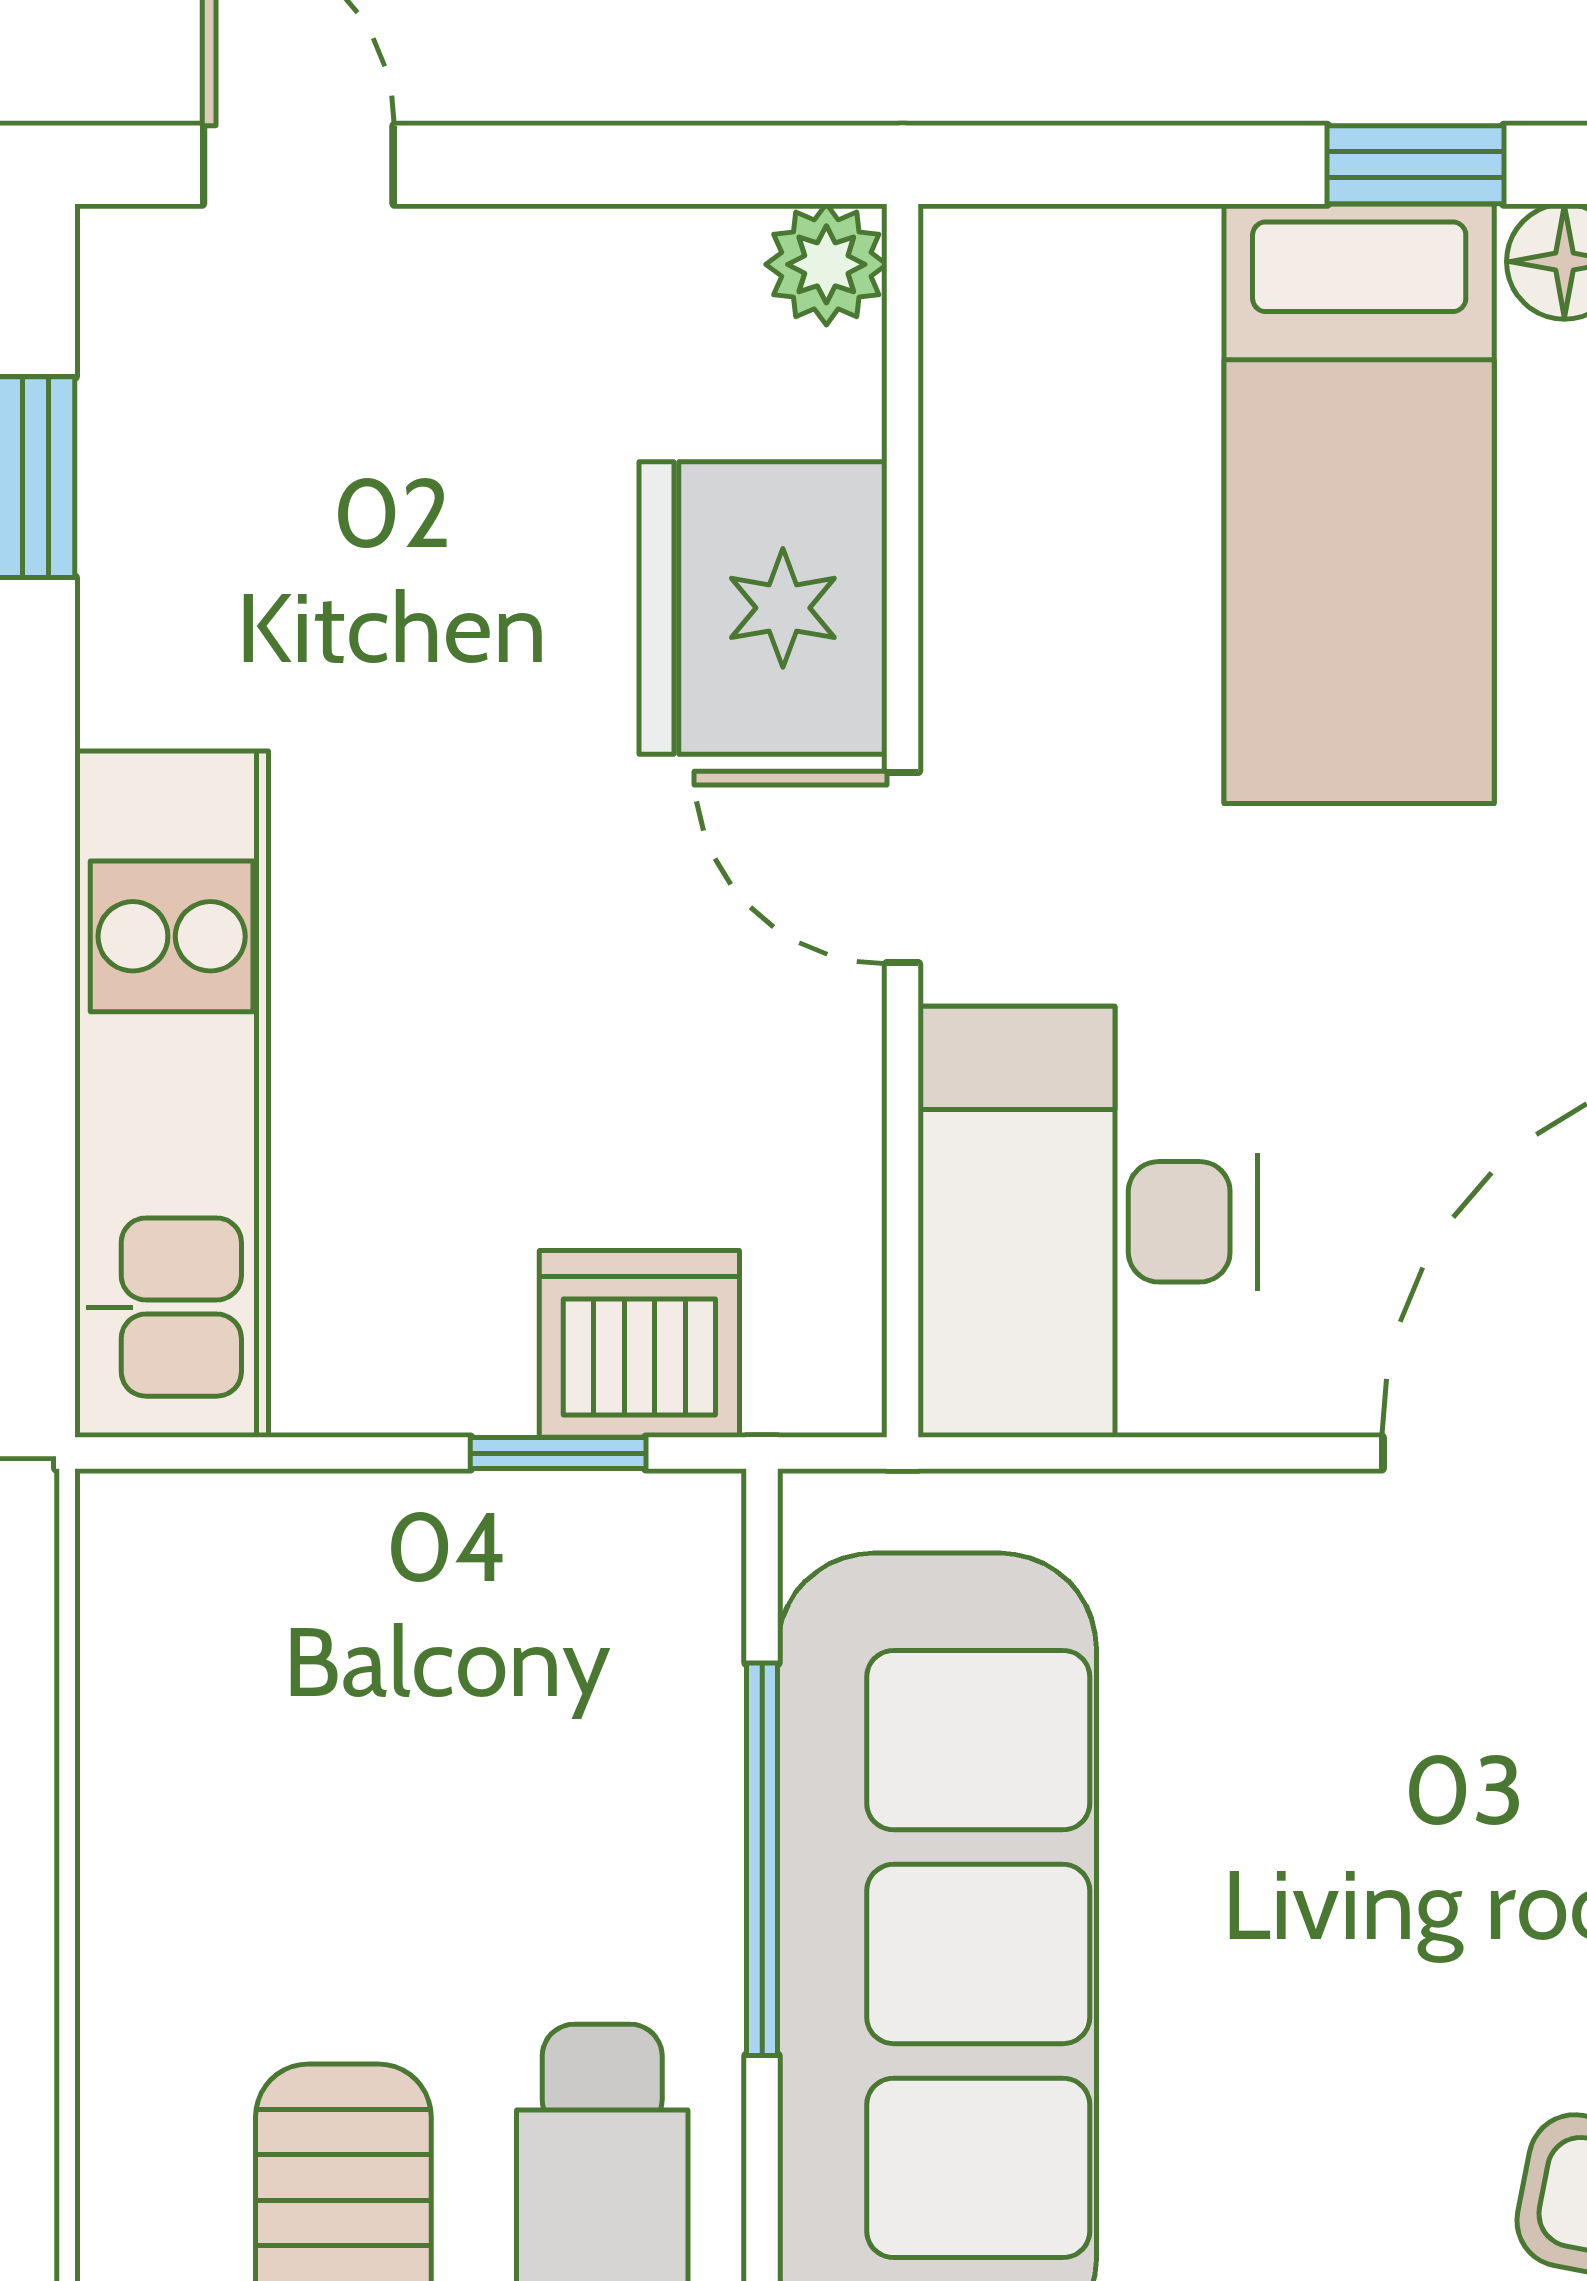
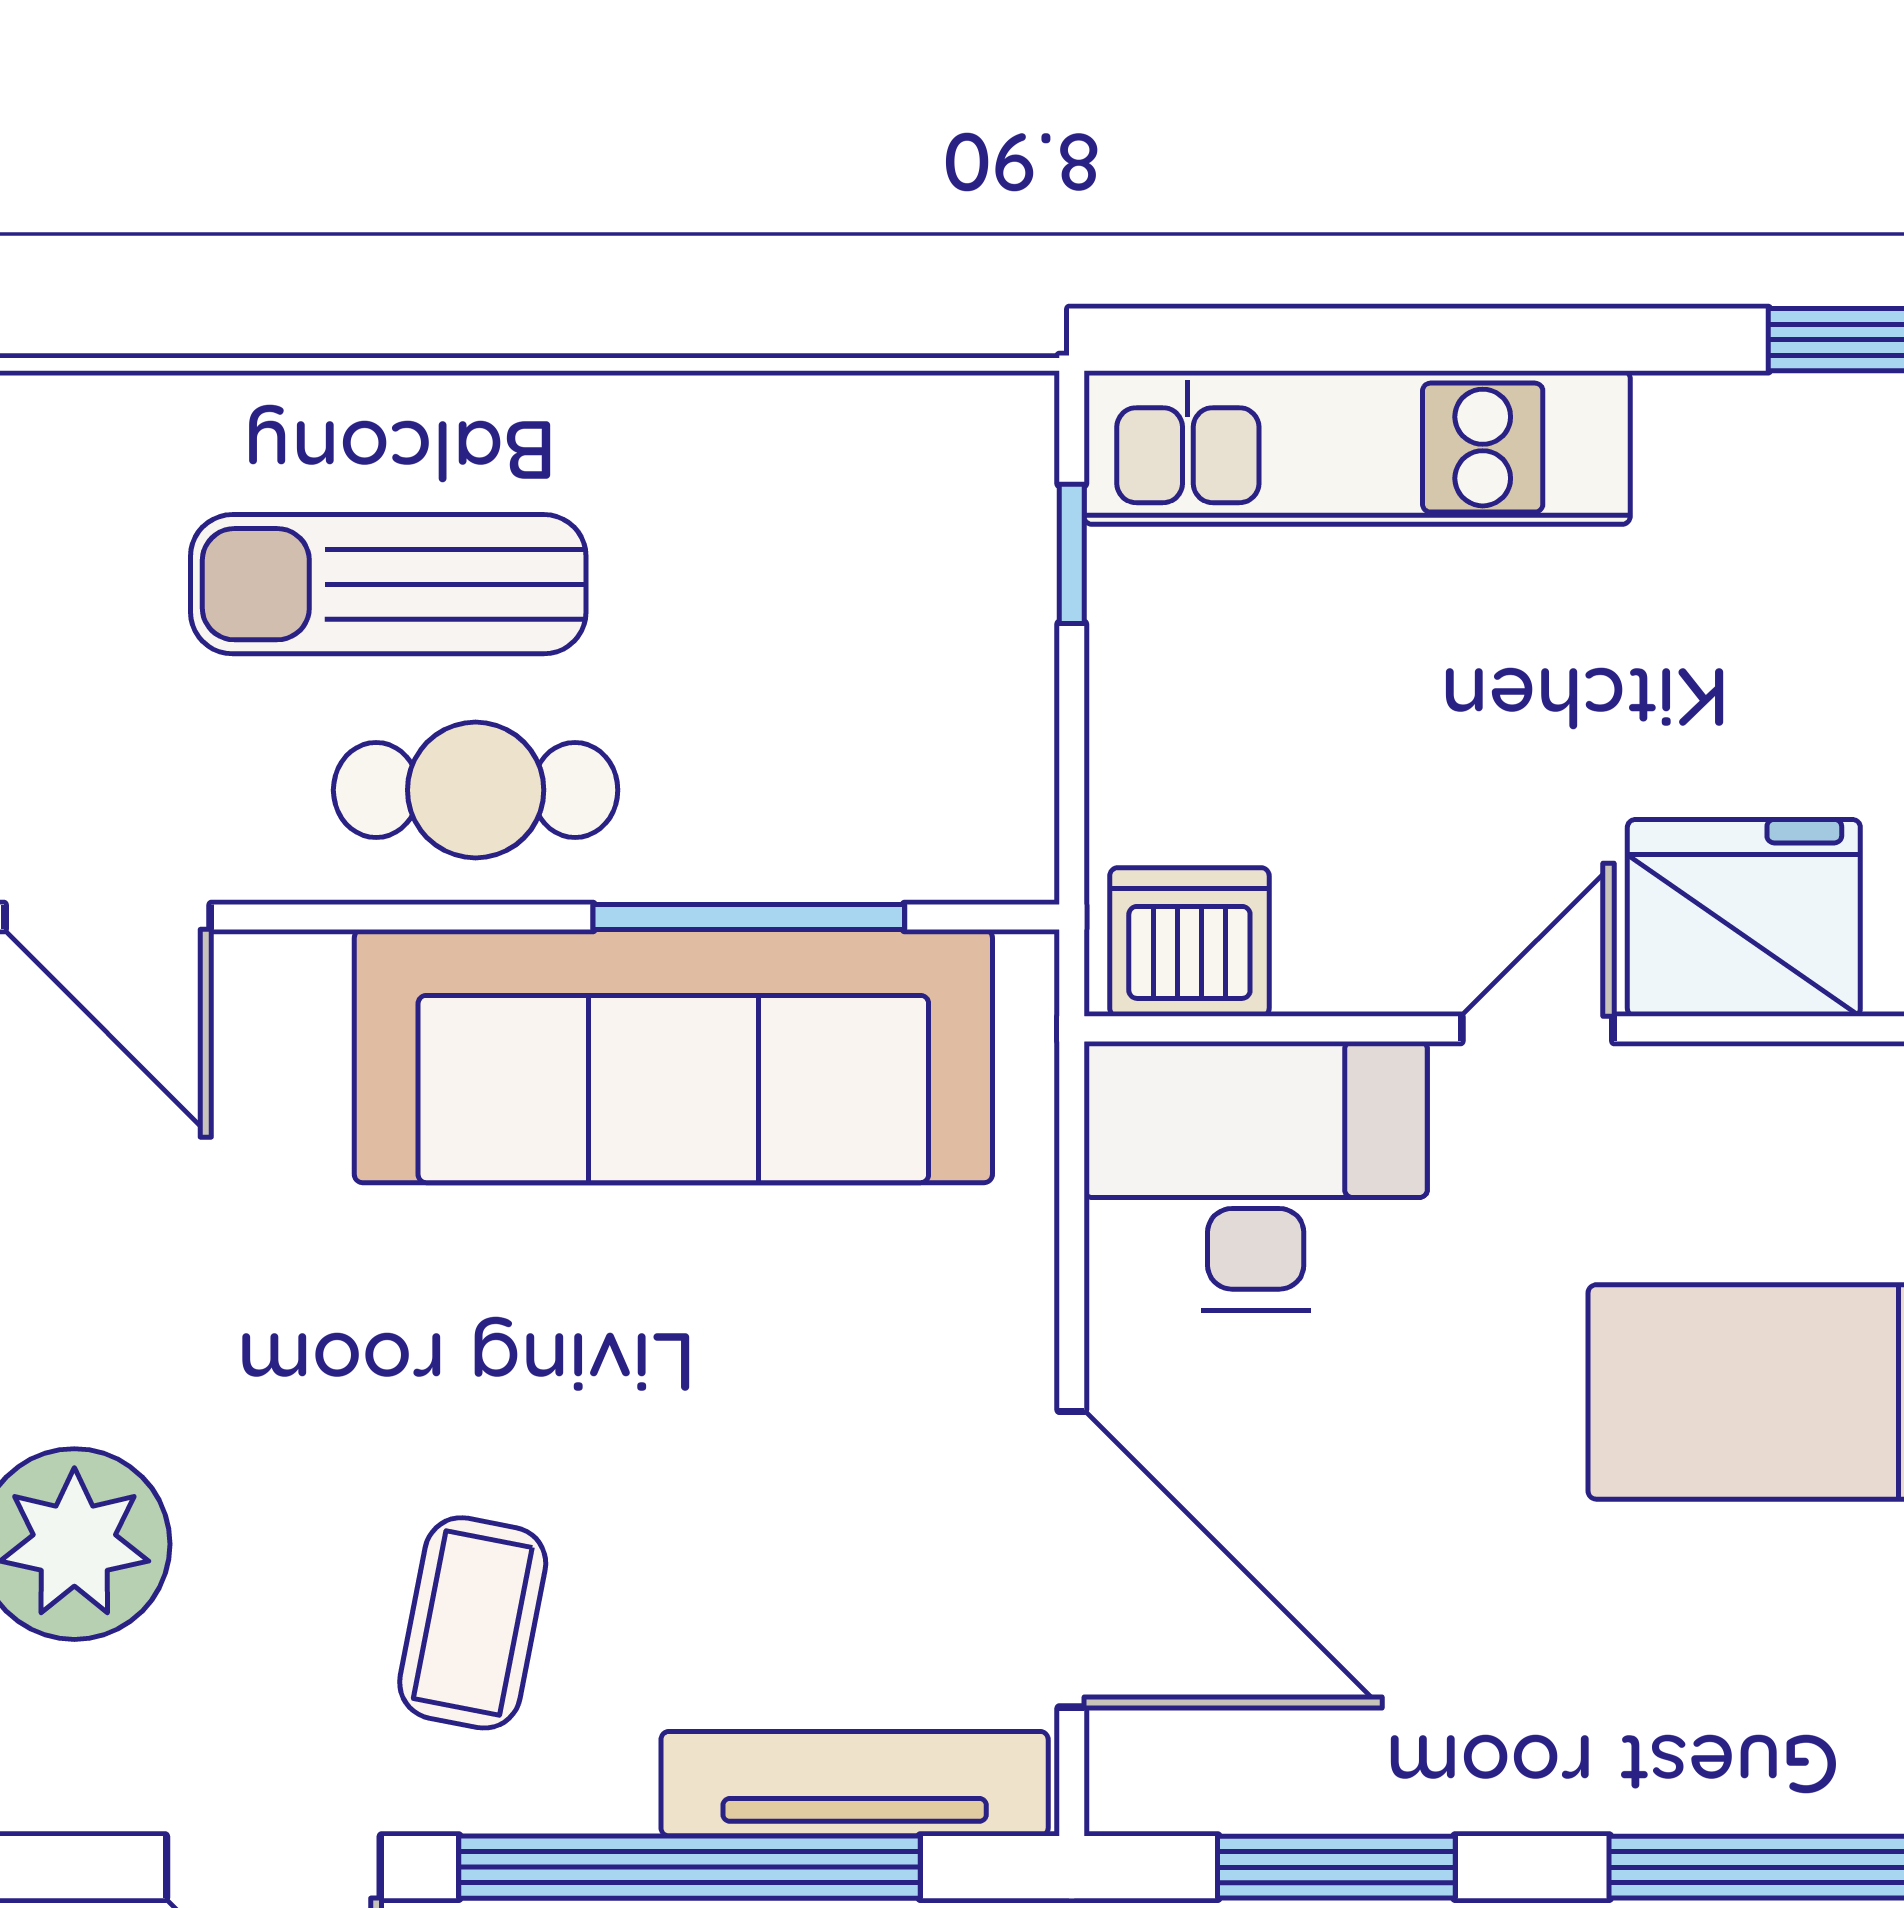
dishwasher: (639, 1344) -> (1189, 942), moved, turned -90
window: (558, 1453) -> (1072, 554), moved

